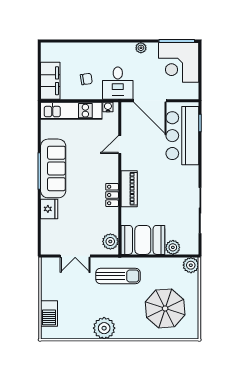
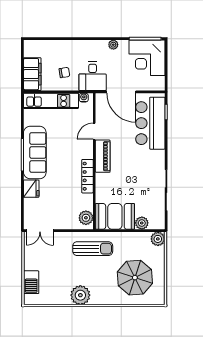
piano: (129, 189) -> (103, 156), moved
locker: (112, 195) -> (87, 176), width x1.53
double door: (75, 256) -> (40, 231), moved

